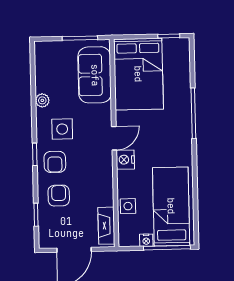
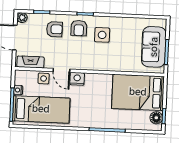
floor lamp: (172, 46) -> (156, 118), added
sofa: (95, 75) -> (154, 47), moved, turned -90
plant: (42, 100) -> (22, 18), moved
door: (114, 138) -> (61, 70), moved
armchair: (55, 162) -> (79, 28), turned -90

